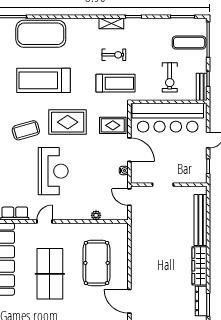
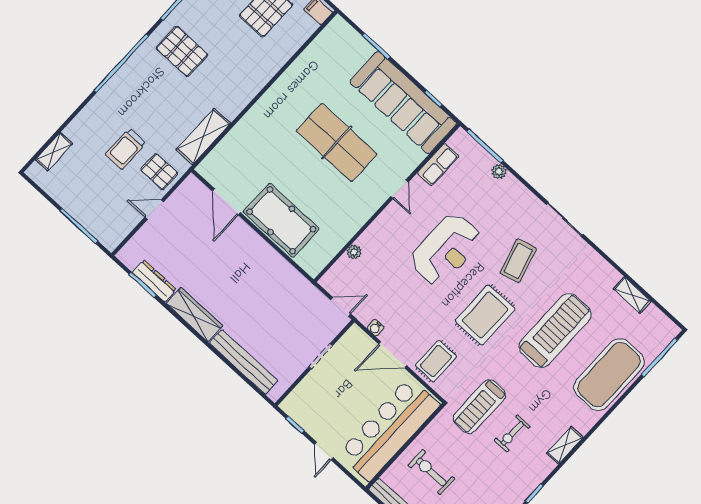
shelving: (111, 23) -> (565, 445), moved
reception desk: (53, 171) -> (446, 250), turned -90
pool table: (96, 263) -> (281, 220), moved
door: (129, 301) -> (226, 202), swing flipped

